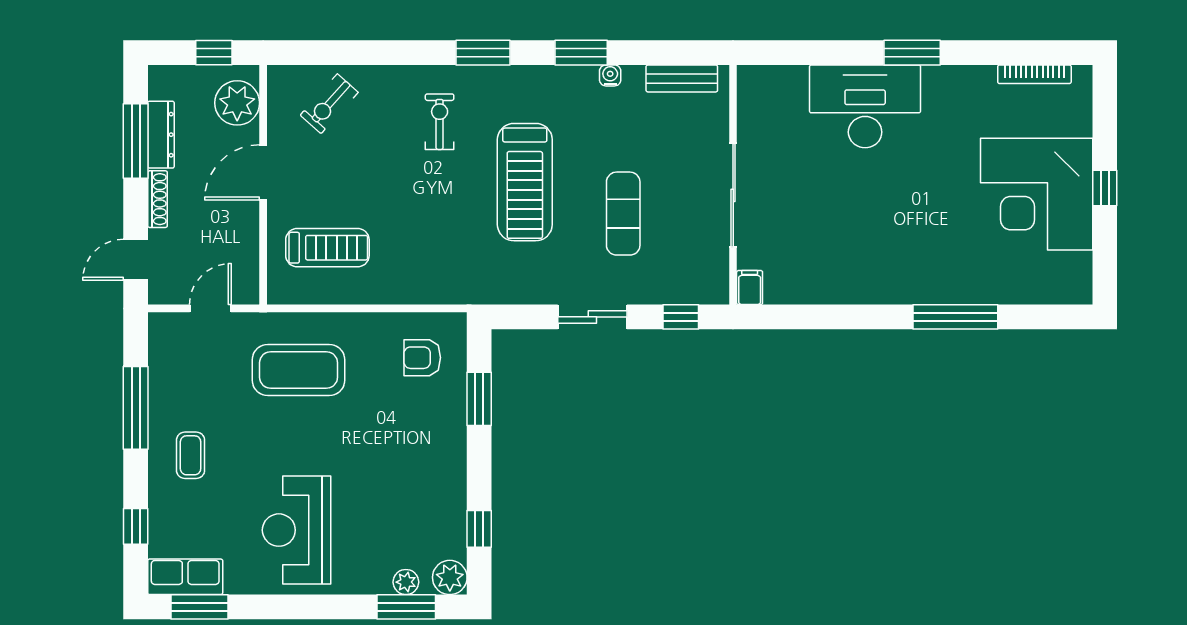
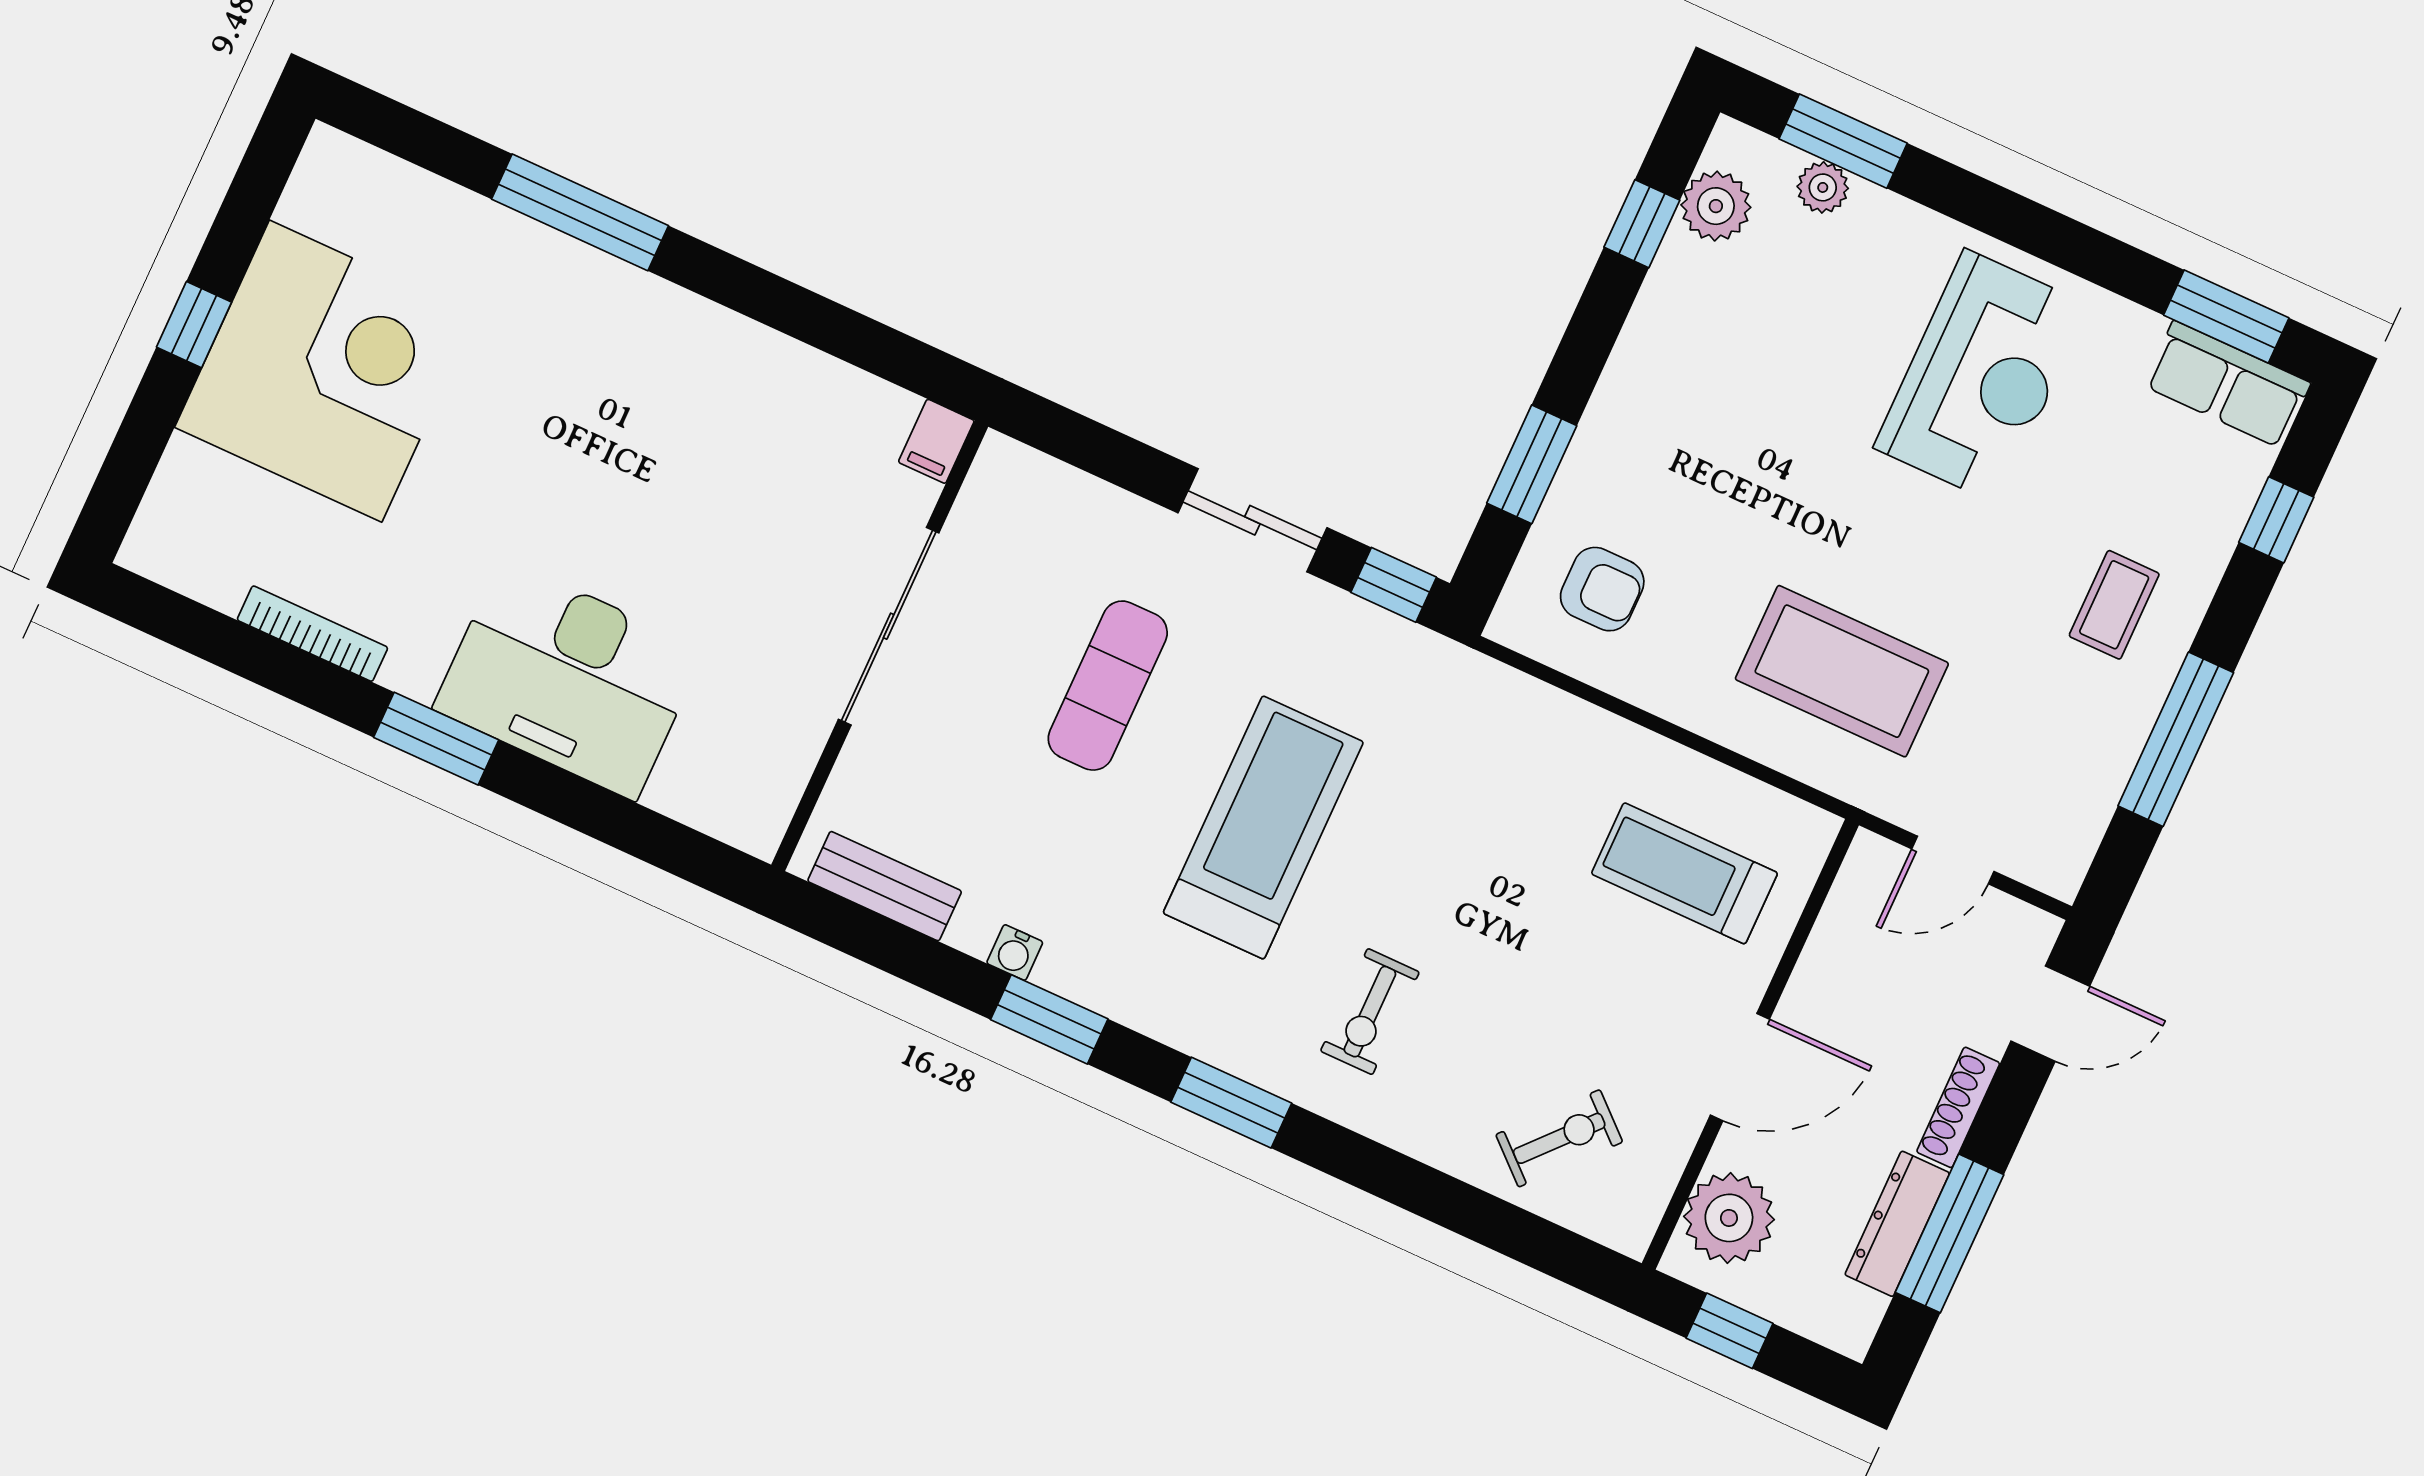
bookcase: (1034, 74) -> (312, 634), moved
window: (681, 317) -> (1394, 585), moved
plant: (450, 577) -> (1716, 206), moved

